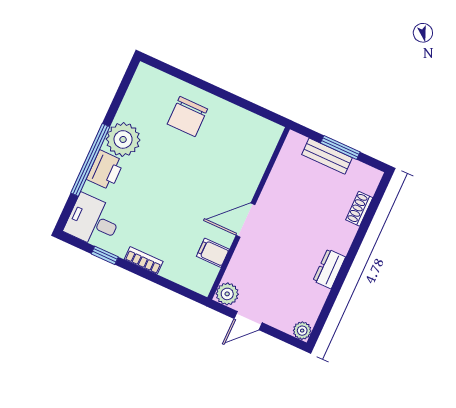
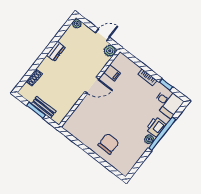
plant: (123, 139) -> (149, 139), width x0.53, depth x0.53

